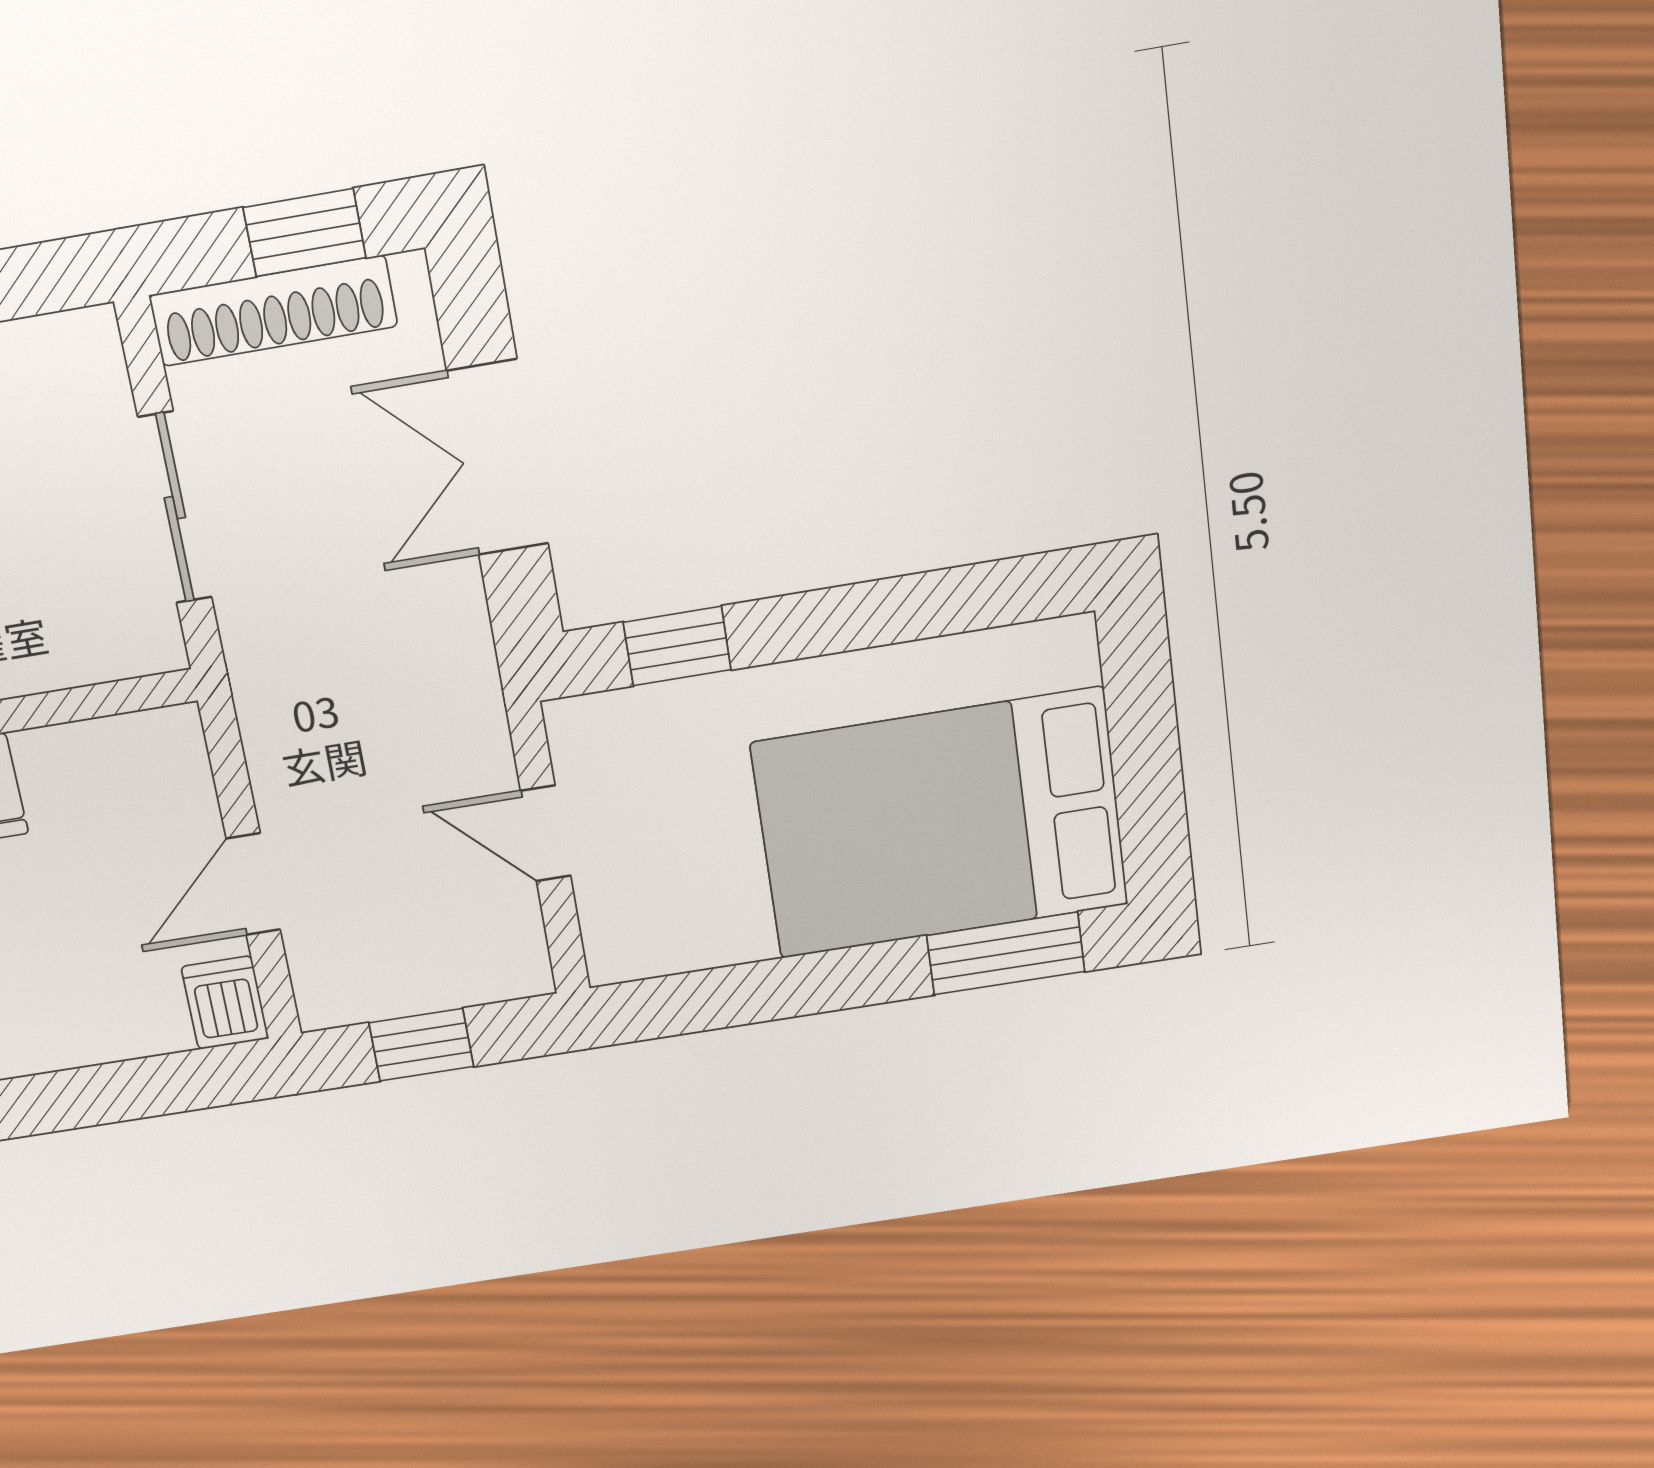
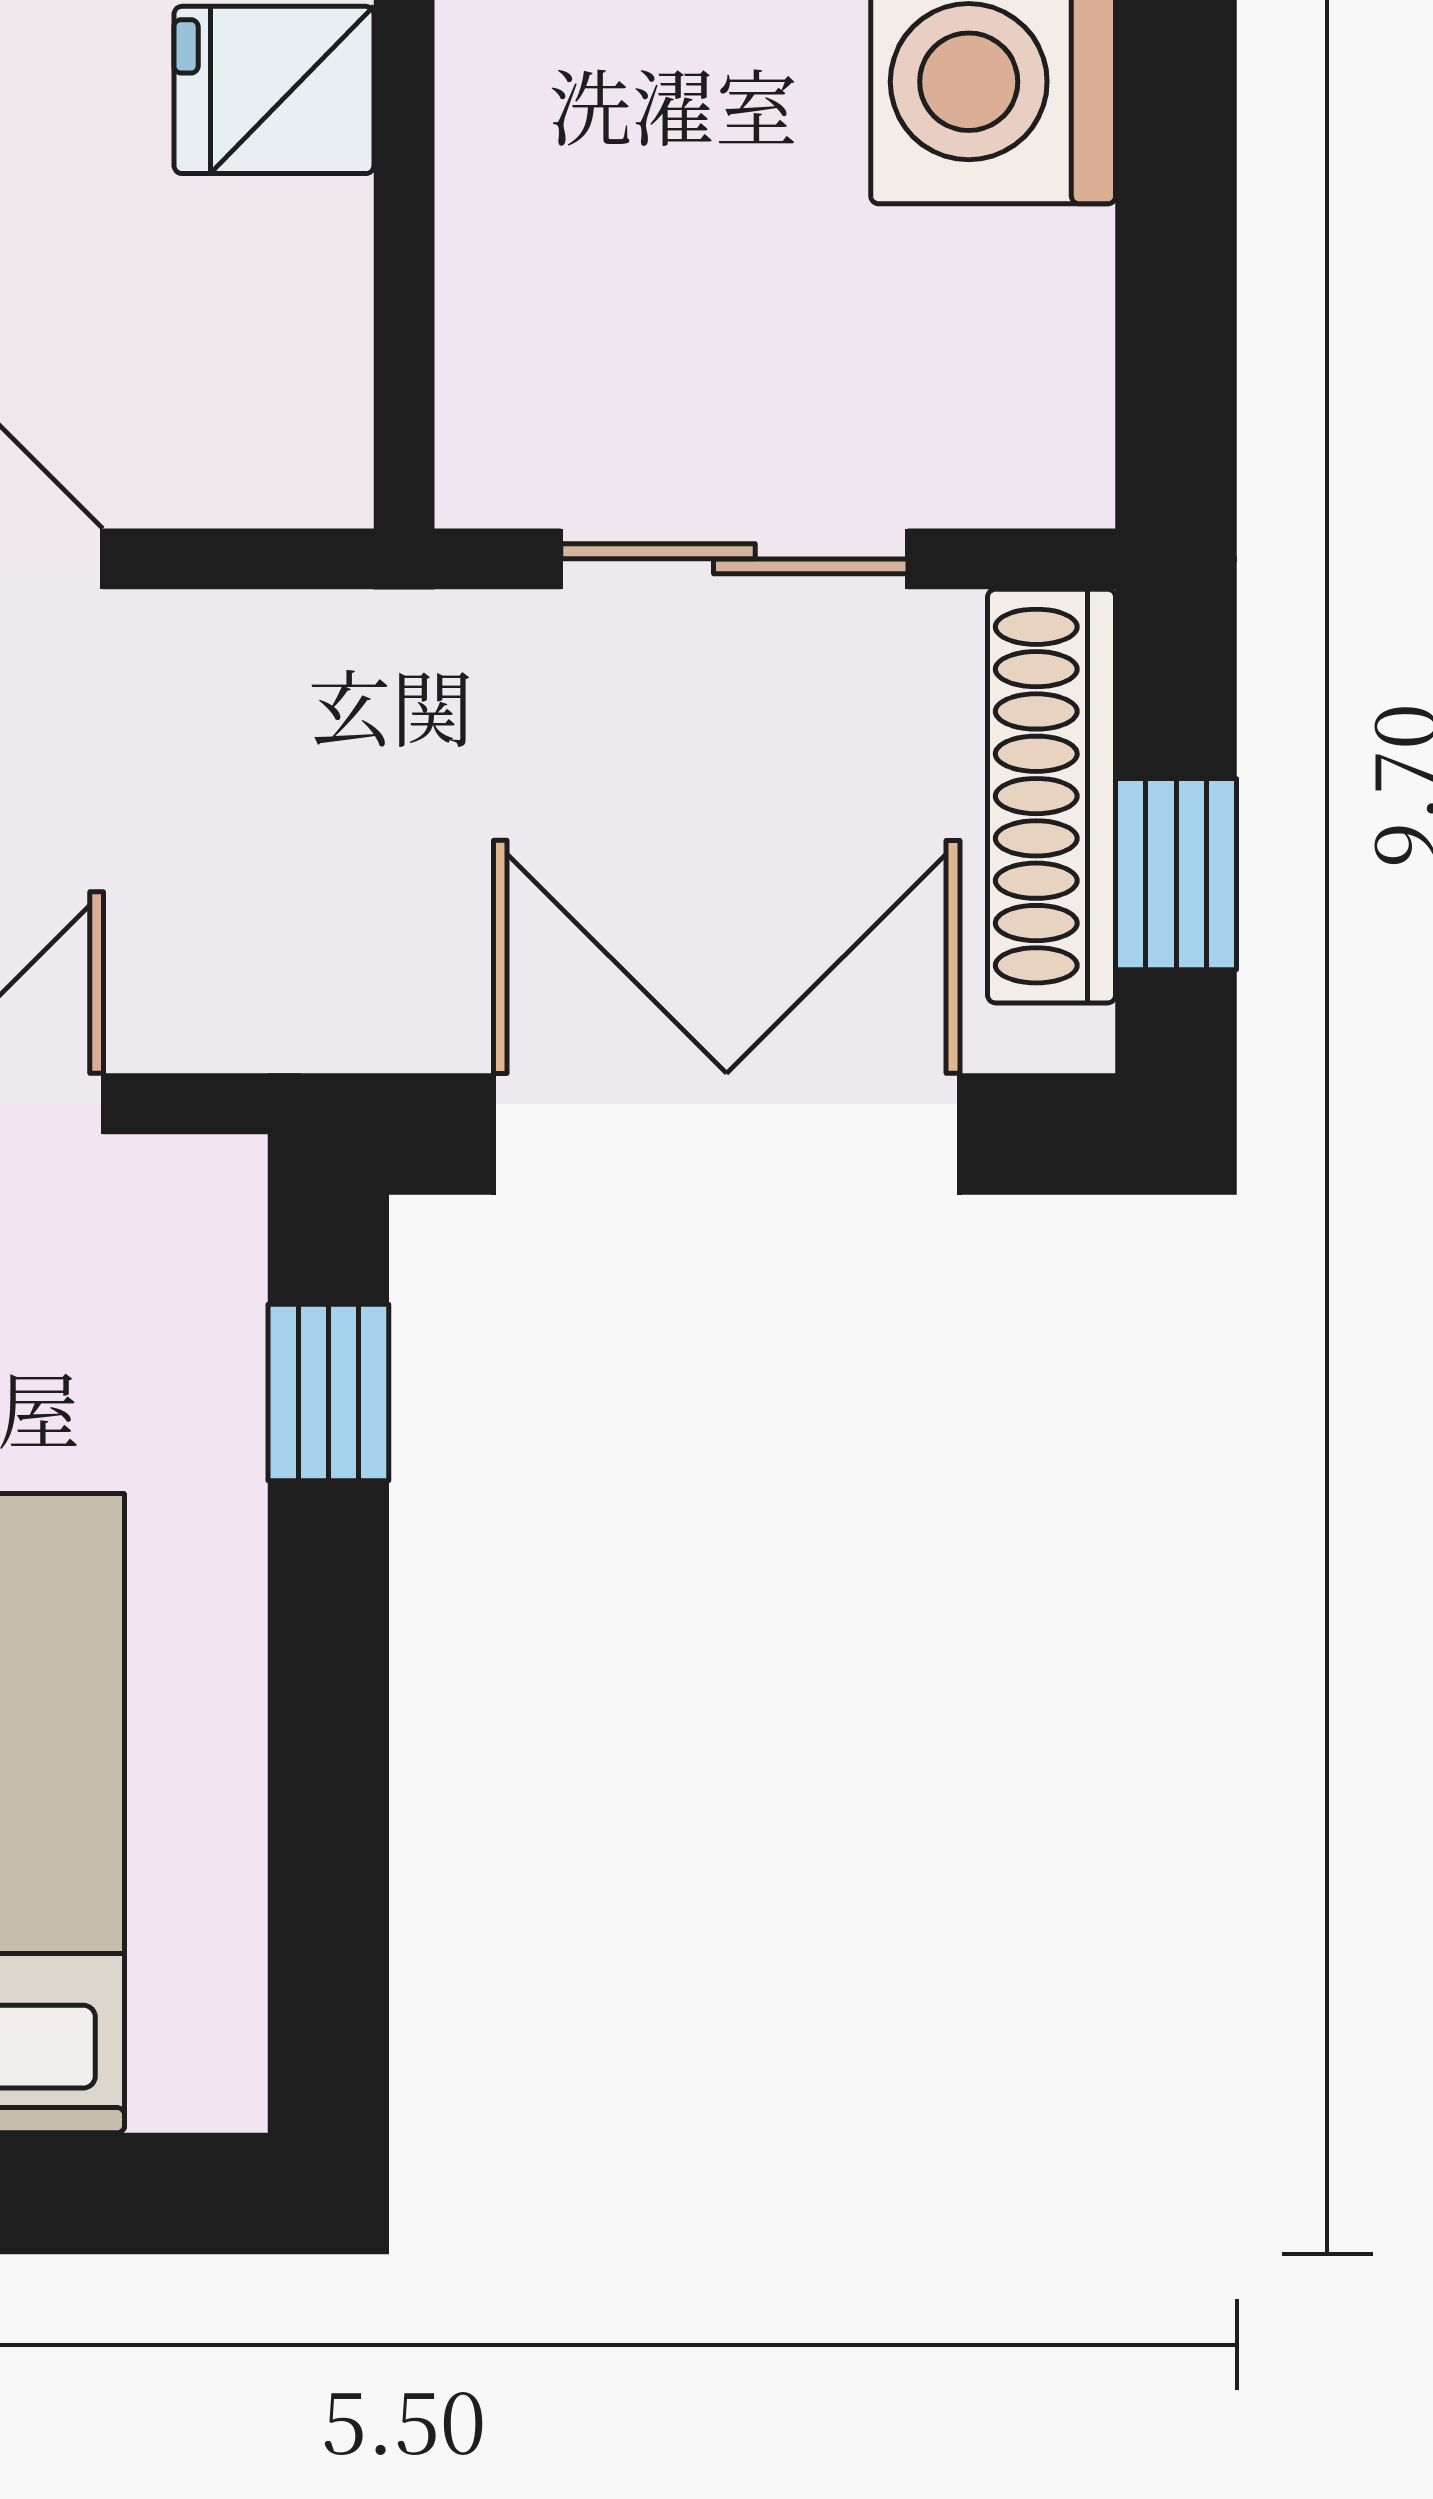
double door: (498, 458) -> (727, 1134), width x1.37

